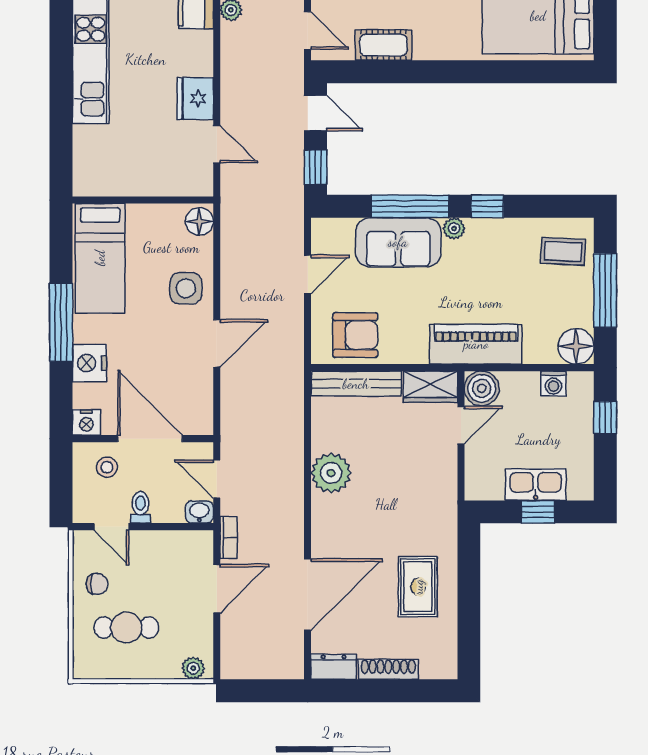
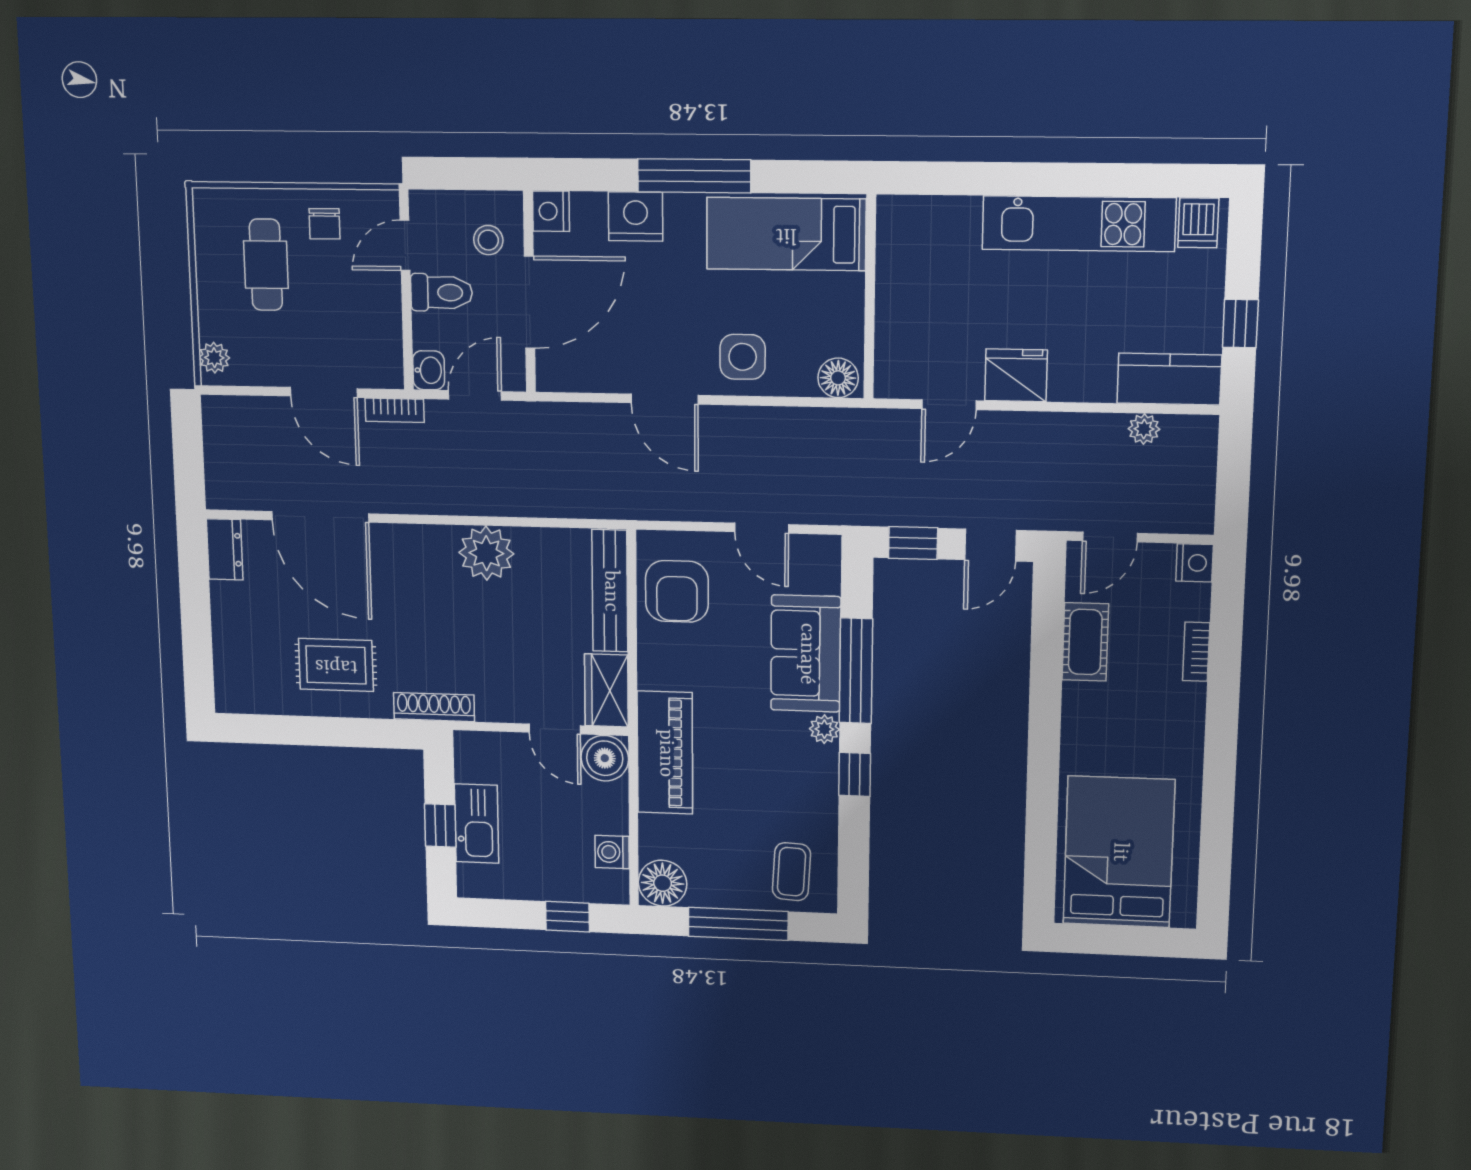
toilet: (140, 507) -> (442, 292), width x1.37, depth x1.39
shoe rack: (388, 669) -> (434, 707), moved, turned -90

